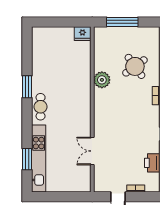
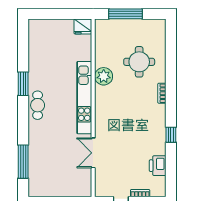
round table: (135, 66) -> (139, 62), turned 36
kitchen unit: (39, 158) -> (84, 98), moved, turned 180
window: (27, 159) -> (23, 162), width x1.44

